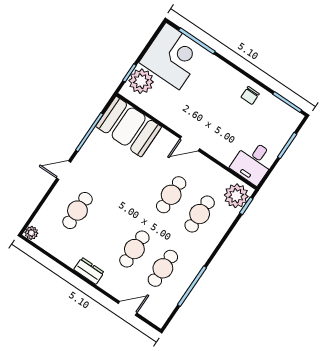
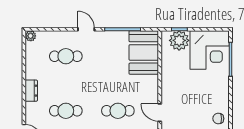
door: (190, 144) -> (160, 113), moved

